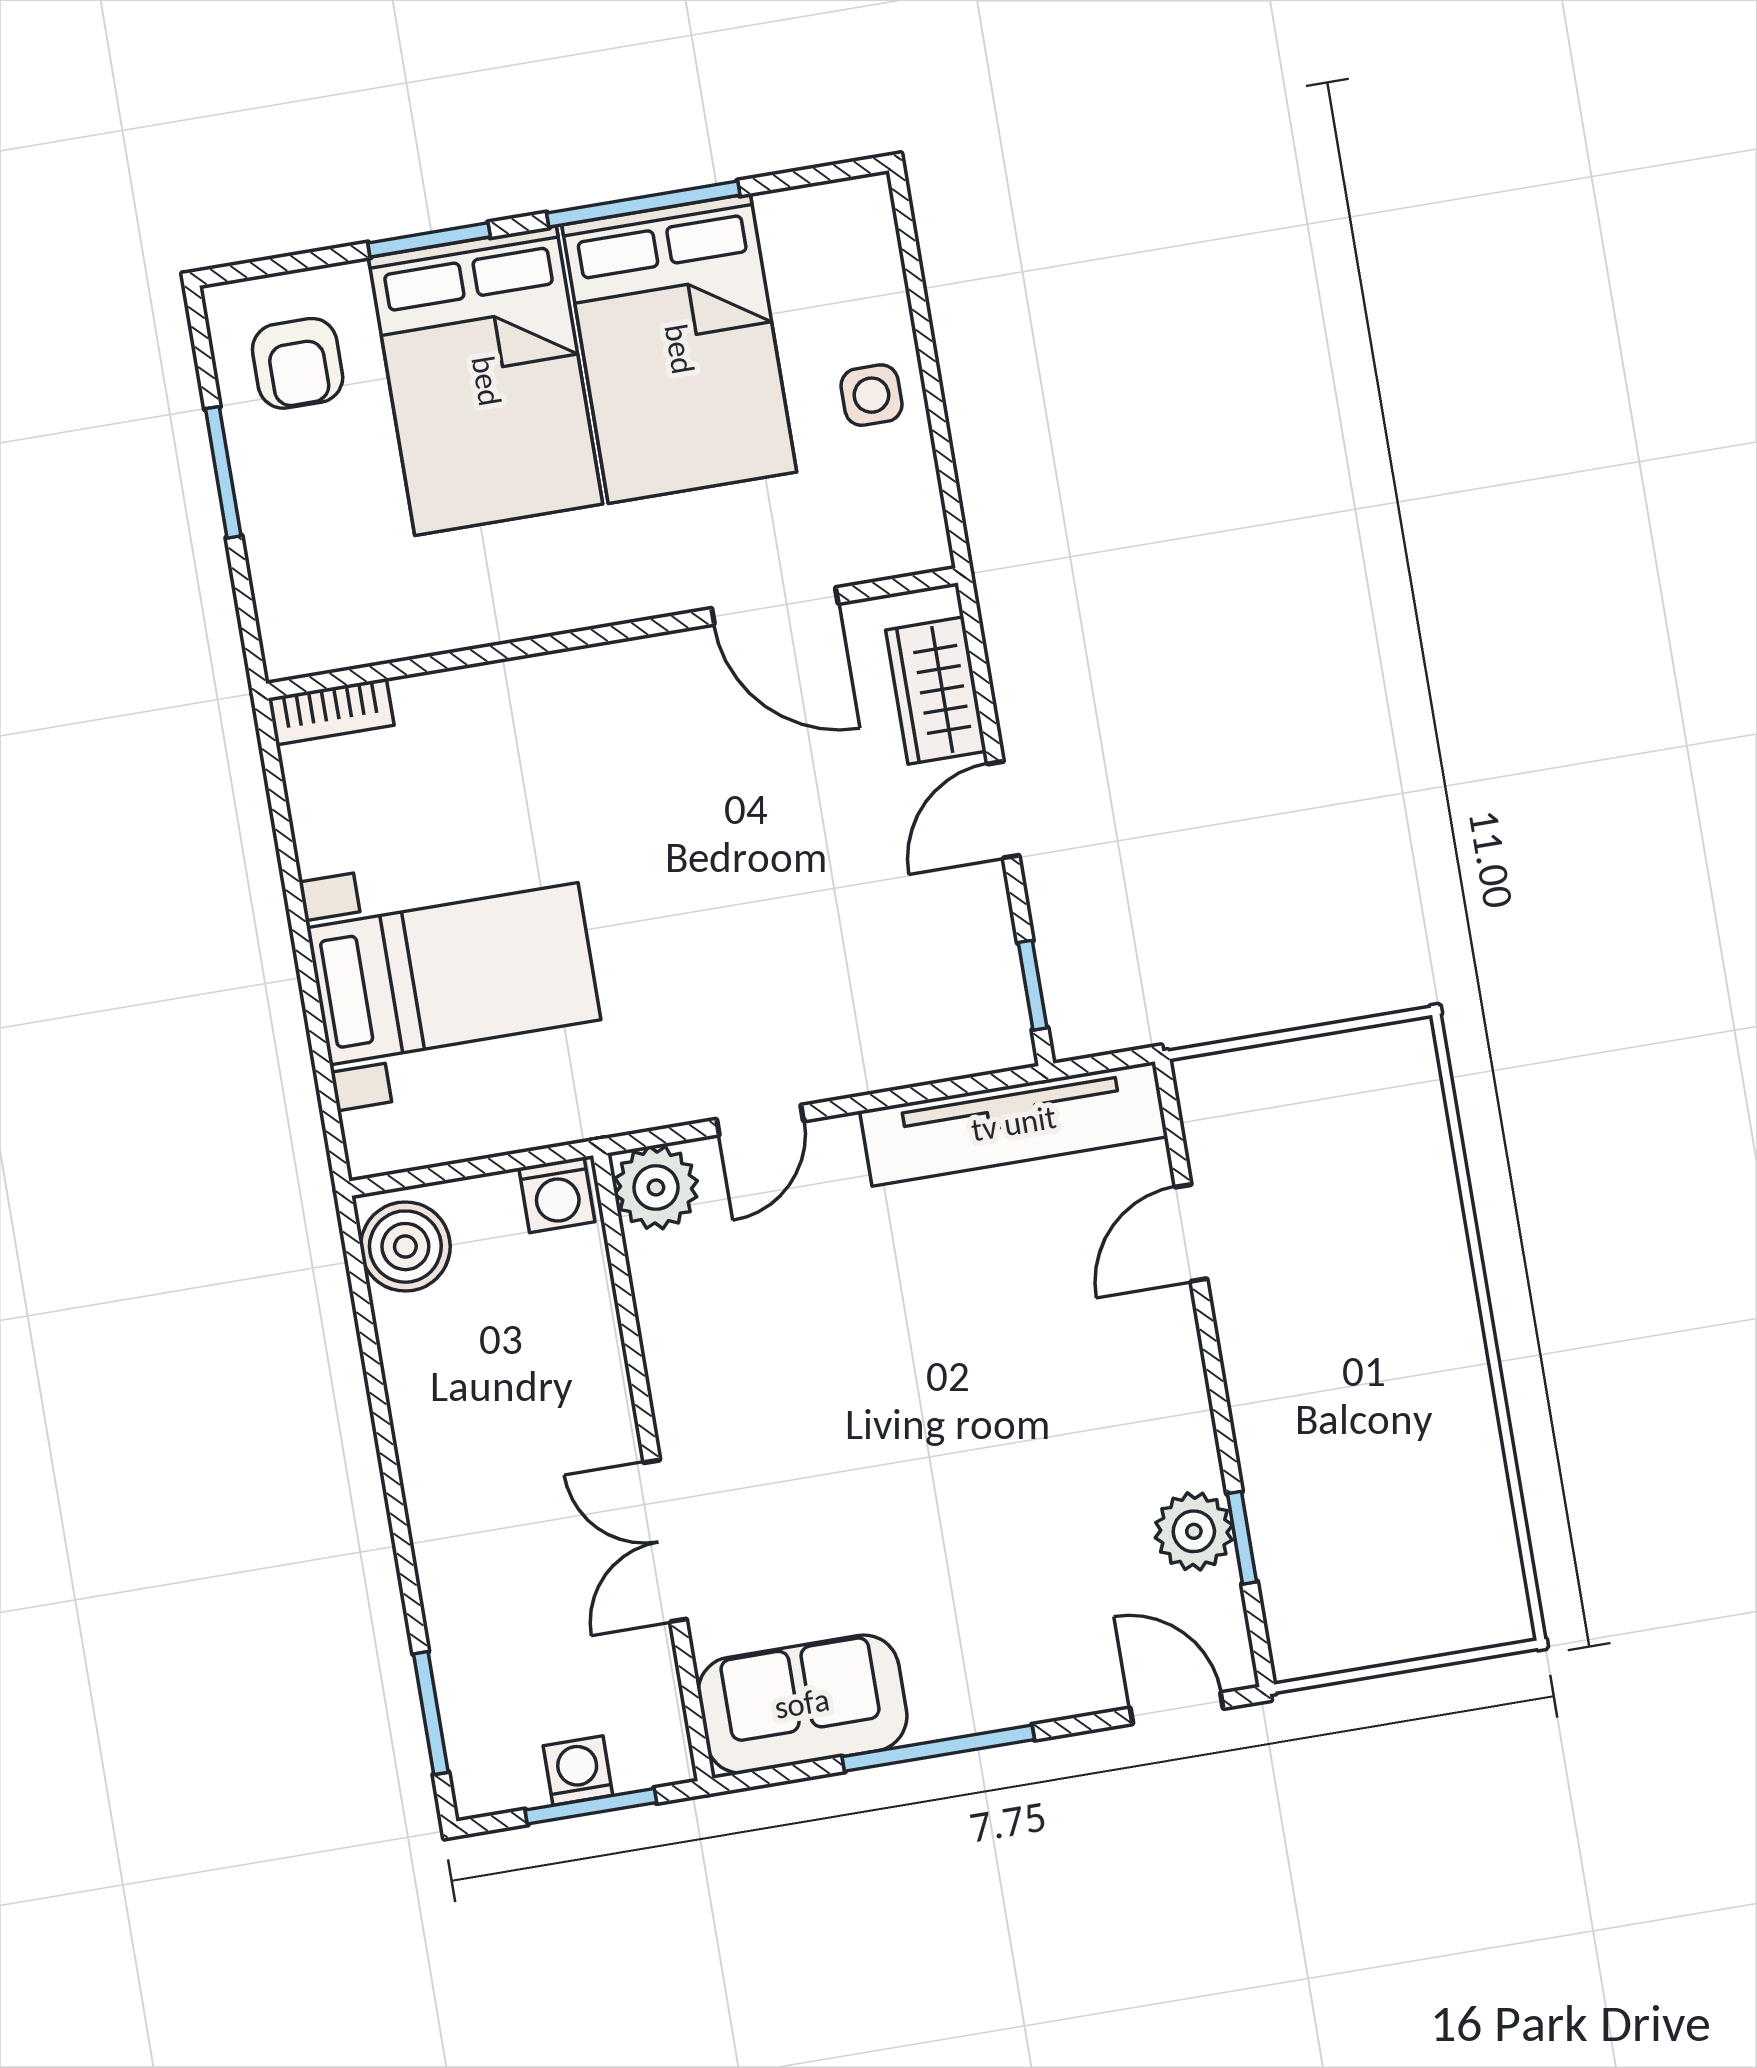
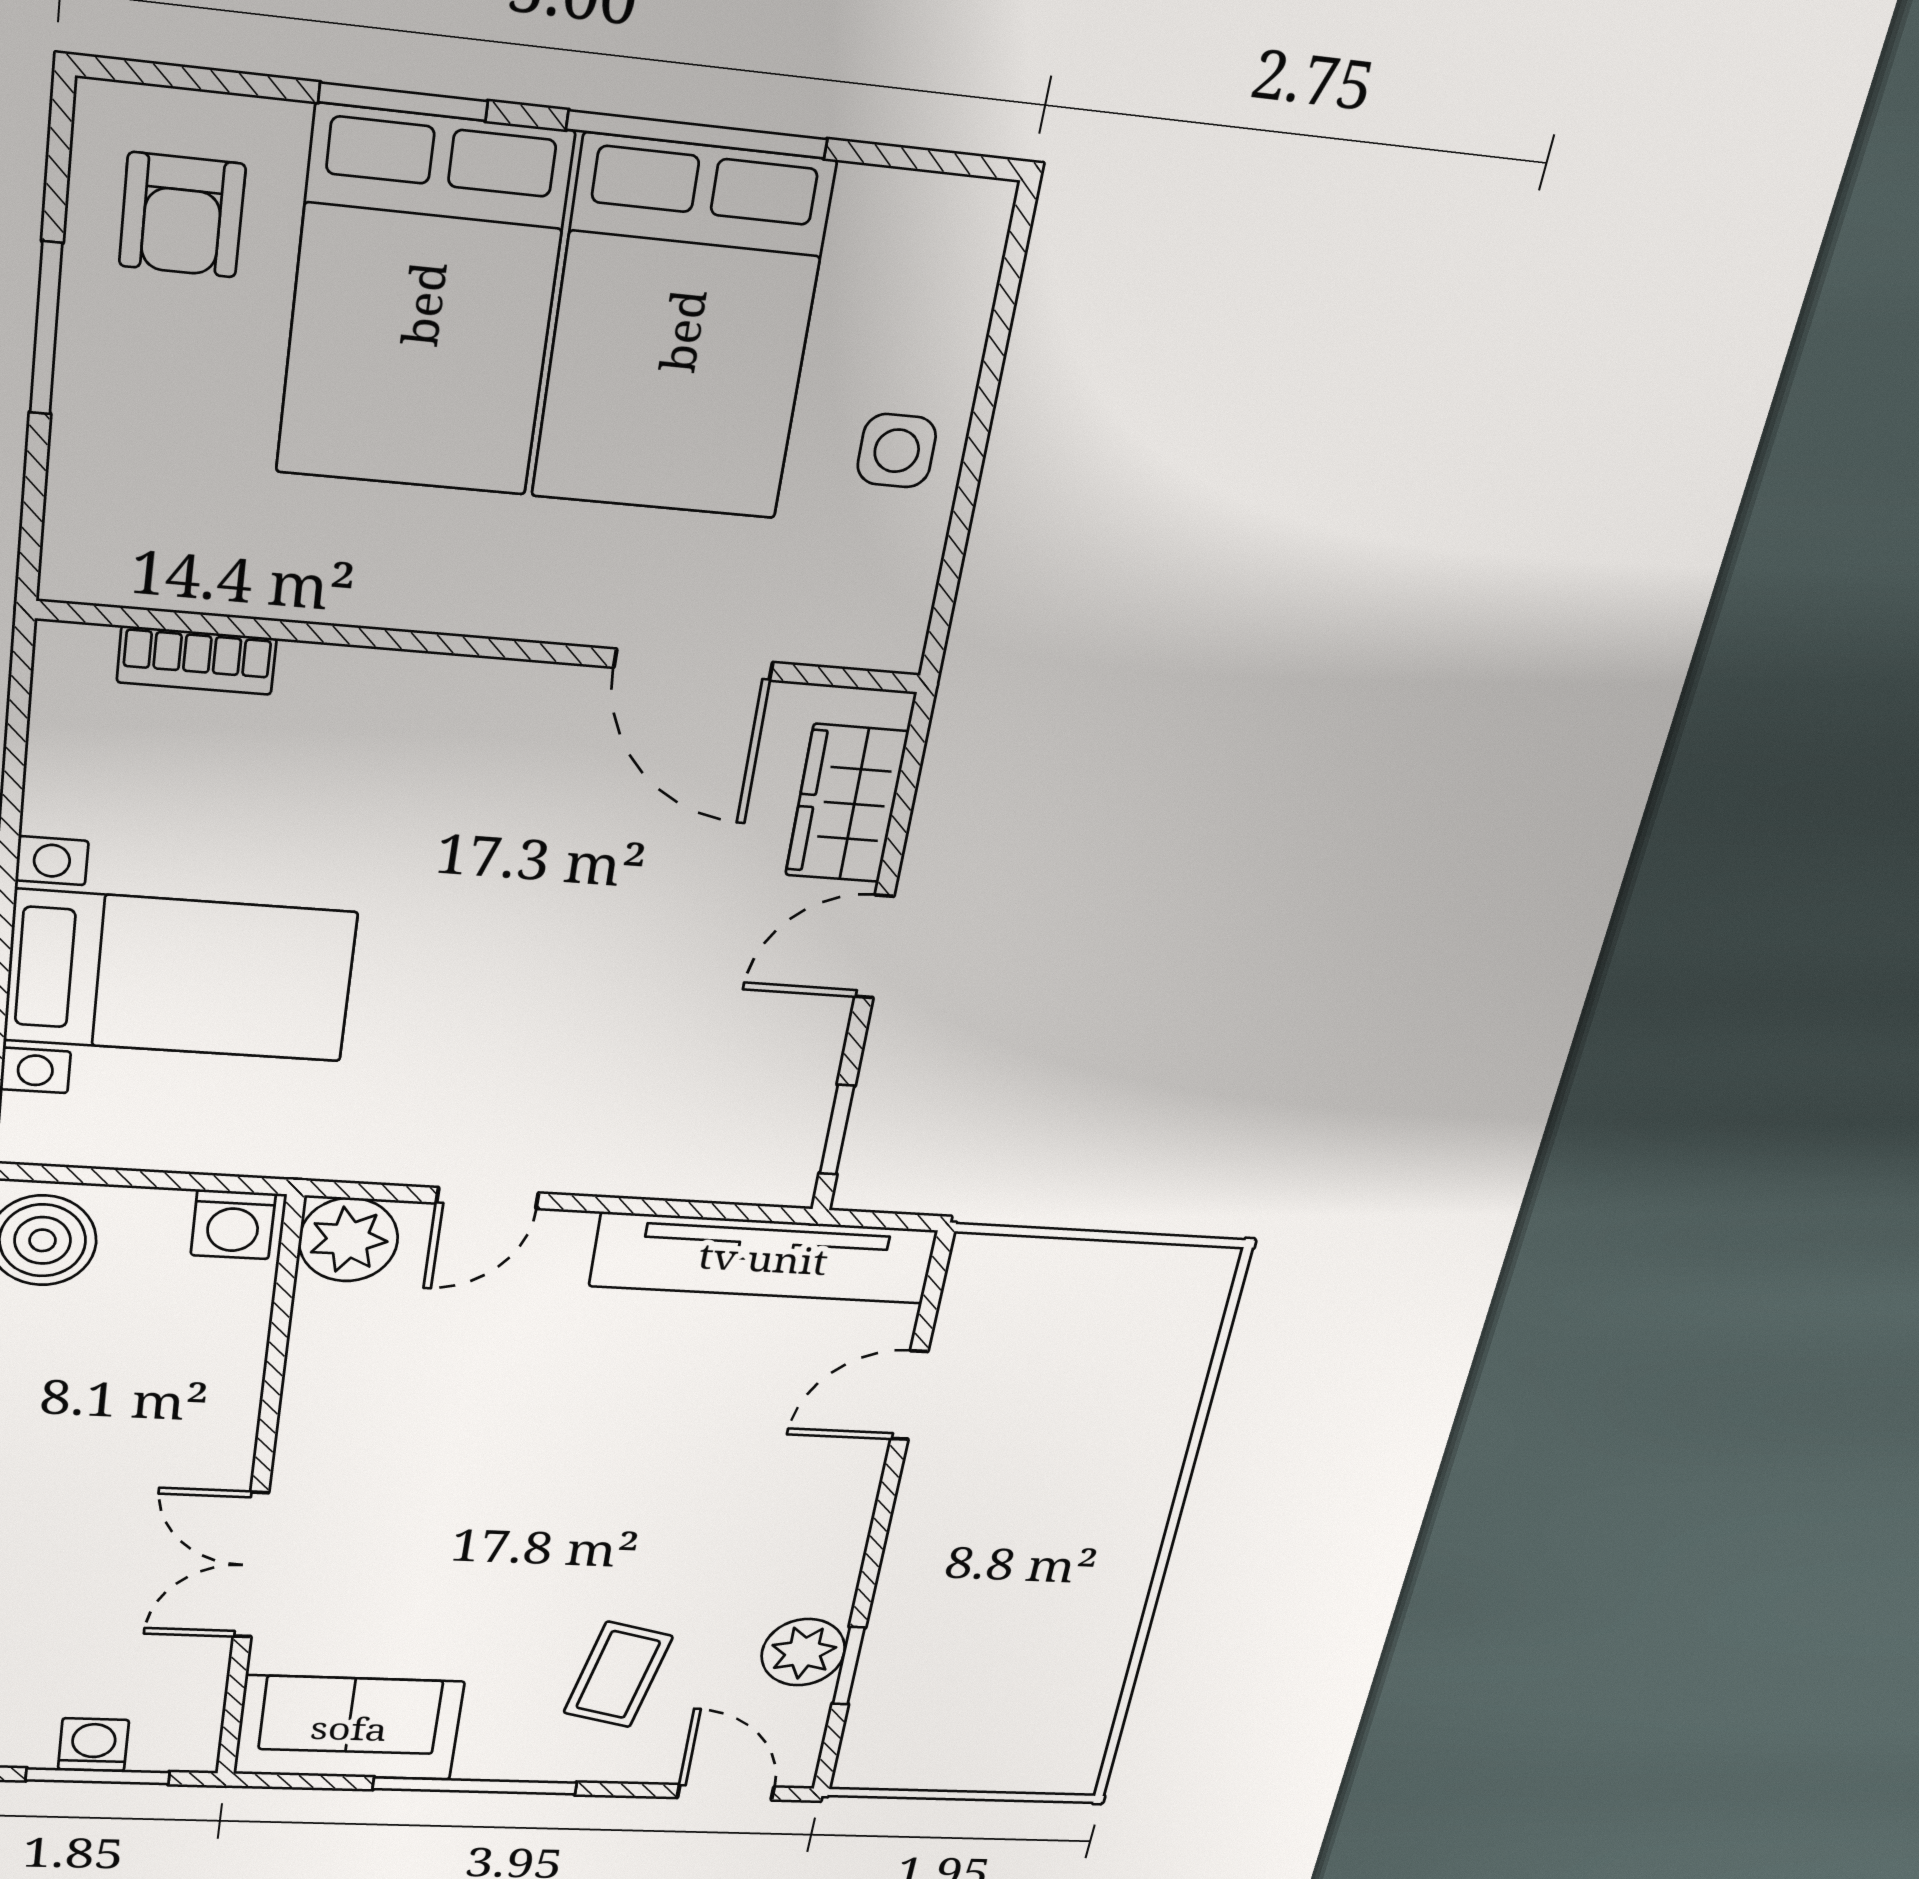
bookcase: (331, 712) -> (197, 660), moved
coffee table: (1031, 1592) -> (618, 1675), added

